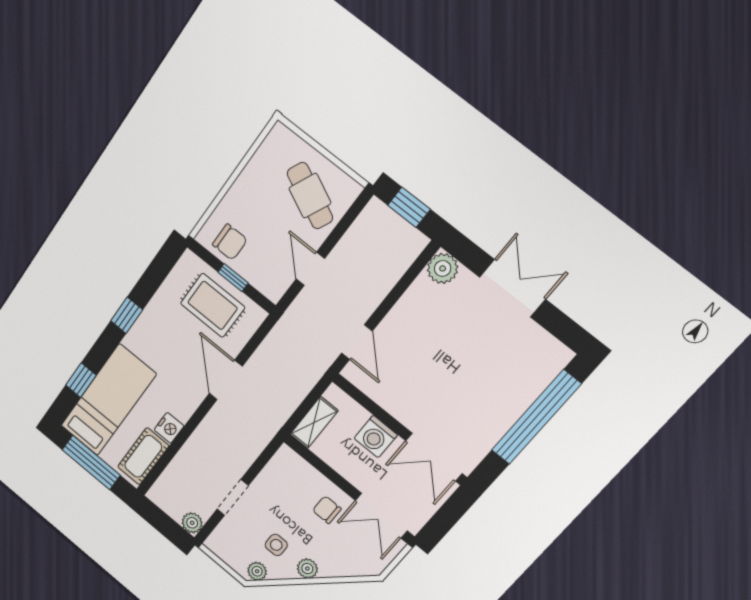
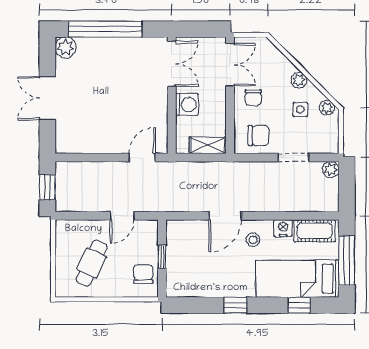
cafe table: (310, 196) -> (92, 263), moved
plant: (443, 268) -> (66, 47), moved
rug: (213, 305) -> (188, 257), removed
stool: (180, 388) -> (253, 240), added
chair: (283, 482) -> (258, 135), added

